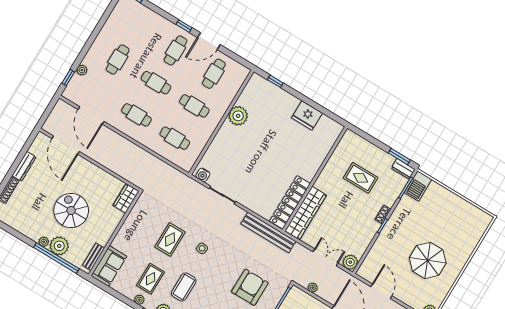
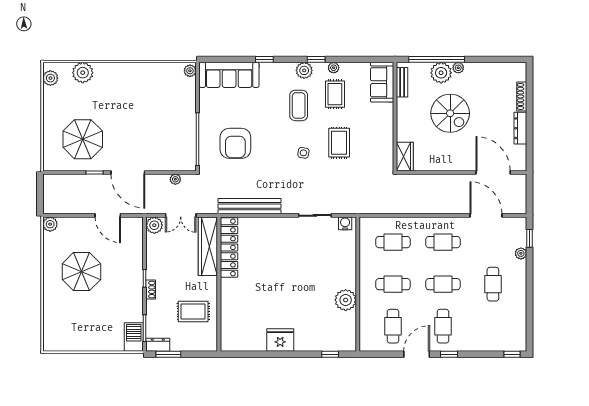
wall: (315, 179) -> (219, 284), moved
locker: (290, 202) -> (229, 247), moved
wardrobe: (306, 213) -> (208, 246), moved

